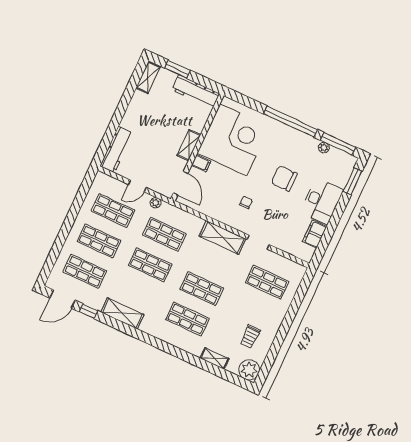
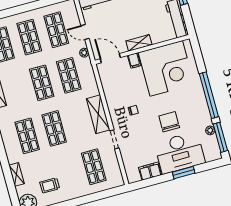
window: (353, 181) -> (184, 173), moved
door: (181, 183) -> (110, 58), swing flipped
desk: (322, 201) -> (180, 153), width x1.36, depth x1.30

